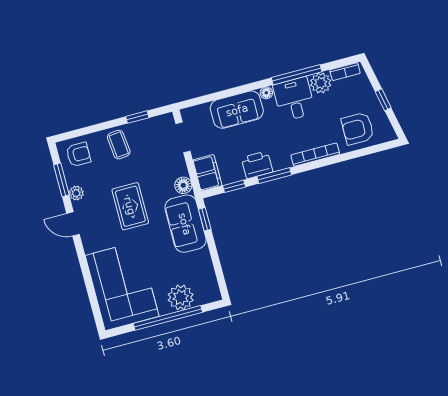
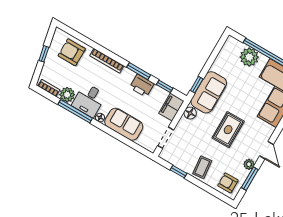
armchair: (358, 129) -> (72, 52), turned 180

